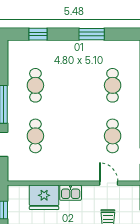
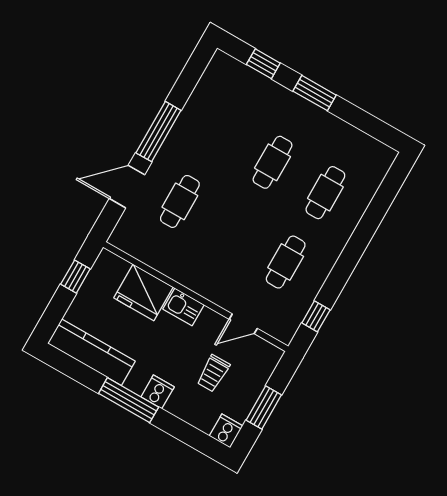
window: (92, 34) -> (315, 93), moved
cafe table: (35, 85) -> (273, 162), moved
door: (109, 183) -> (243, 324), swing flipped

